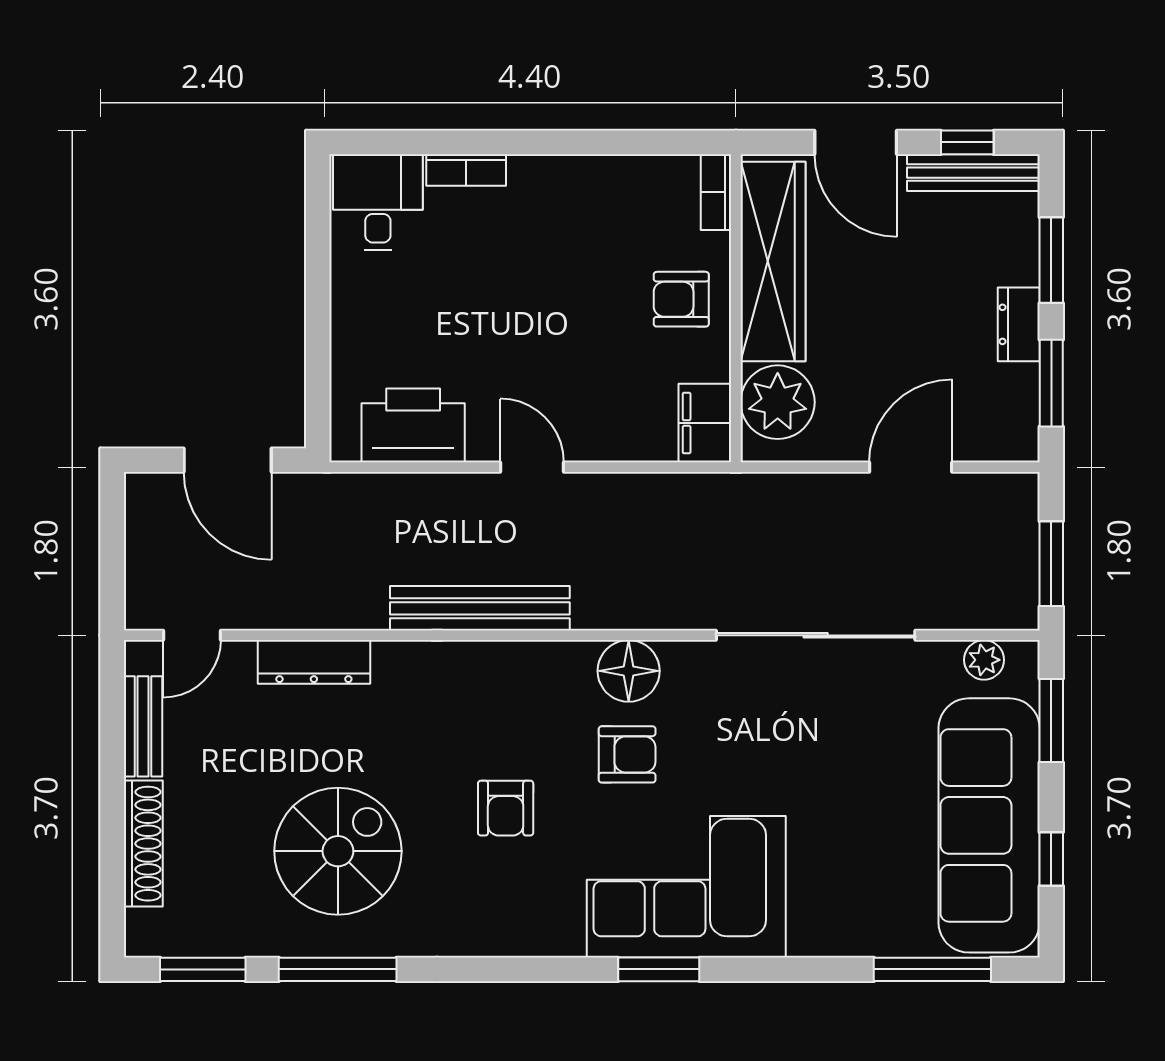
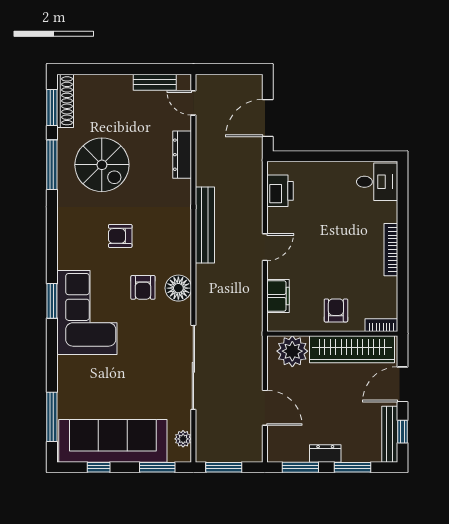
bookcase: (466, 170) -> (391, 250), moved, width x1.56
filing cabinet: (705, 423) -> (278, 296), moved, turned 90
printer: (413, 425) -> (280, 191), width x0.73, depth x0.84
shoe rack: (143, 844) -> (65, 101), moved, turned -90

